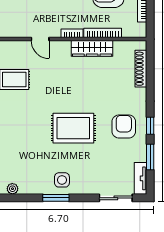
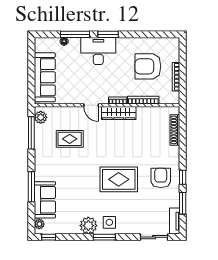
wardrobe: (92, 48) -> (119, 113), moved
plant: (12, 189) -> (88, 226), moved, width x1.88, depth x1.88

